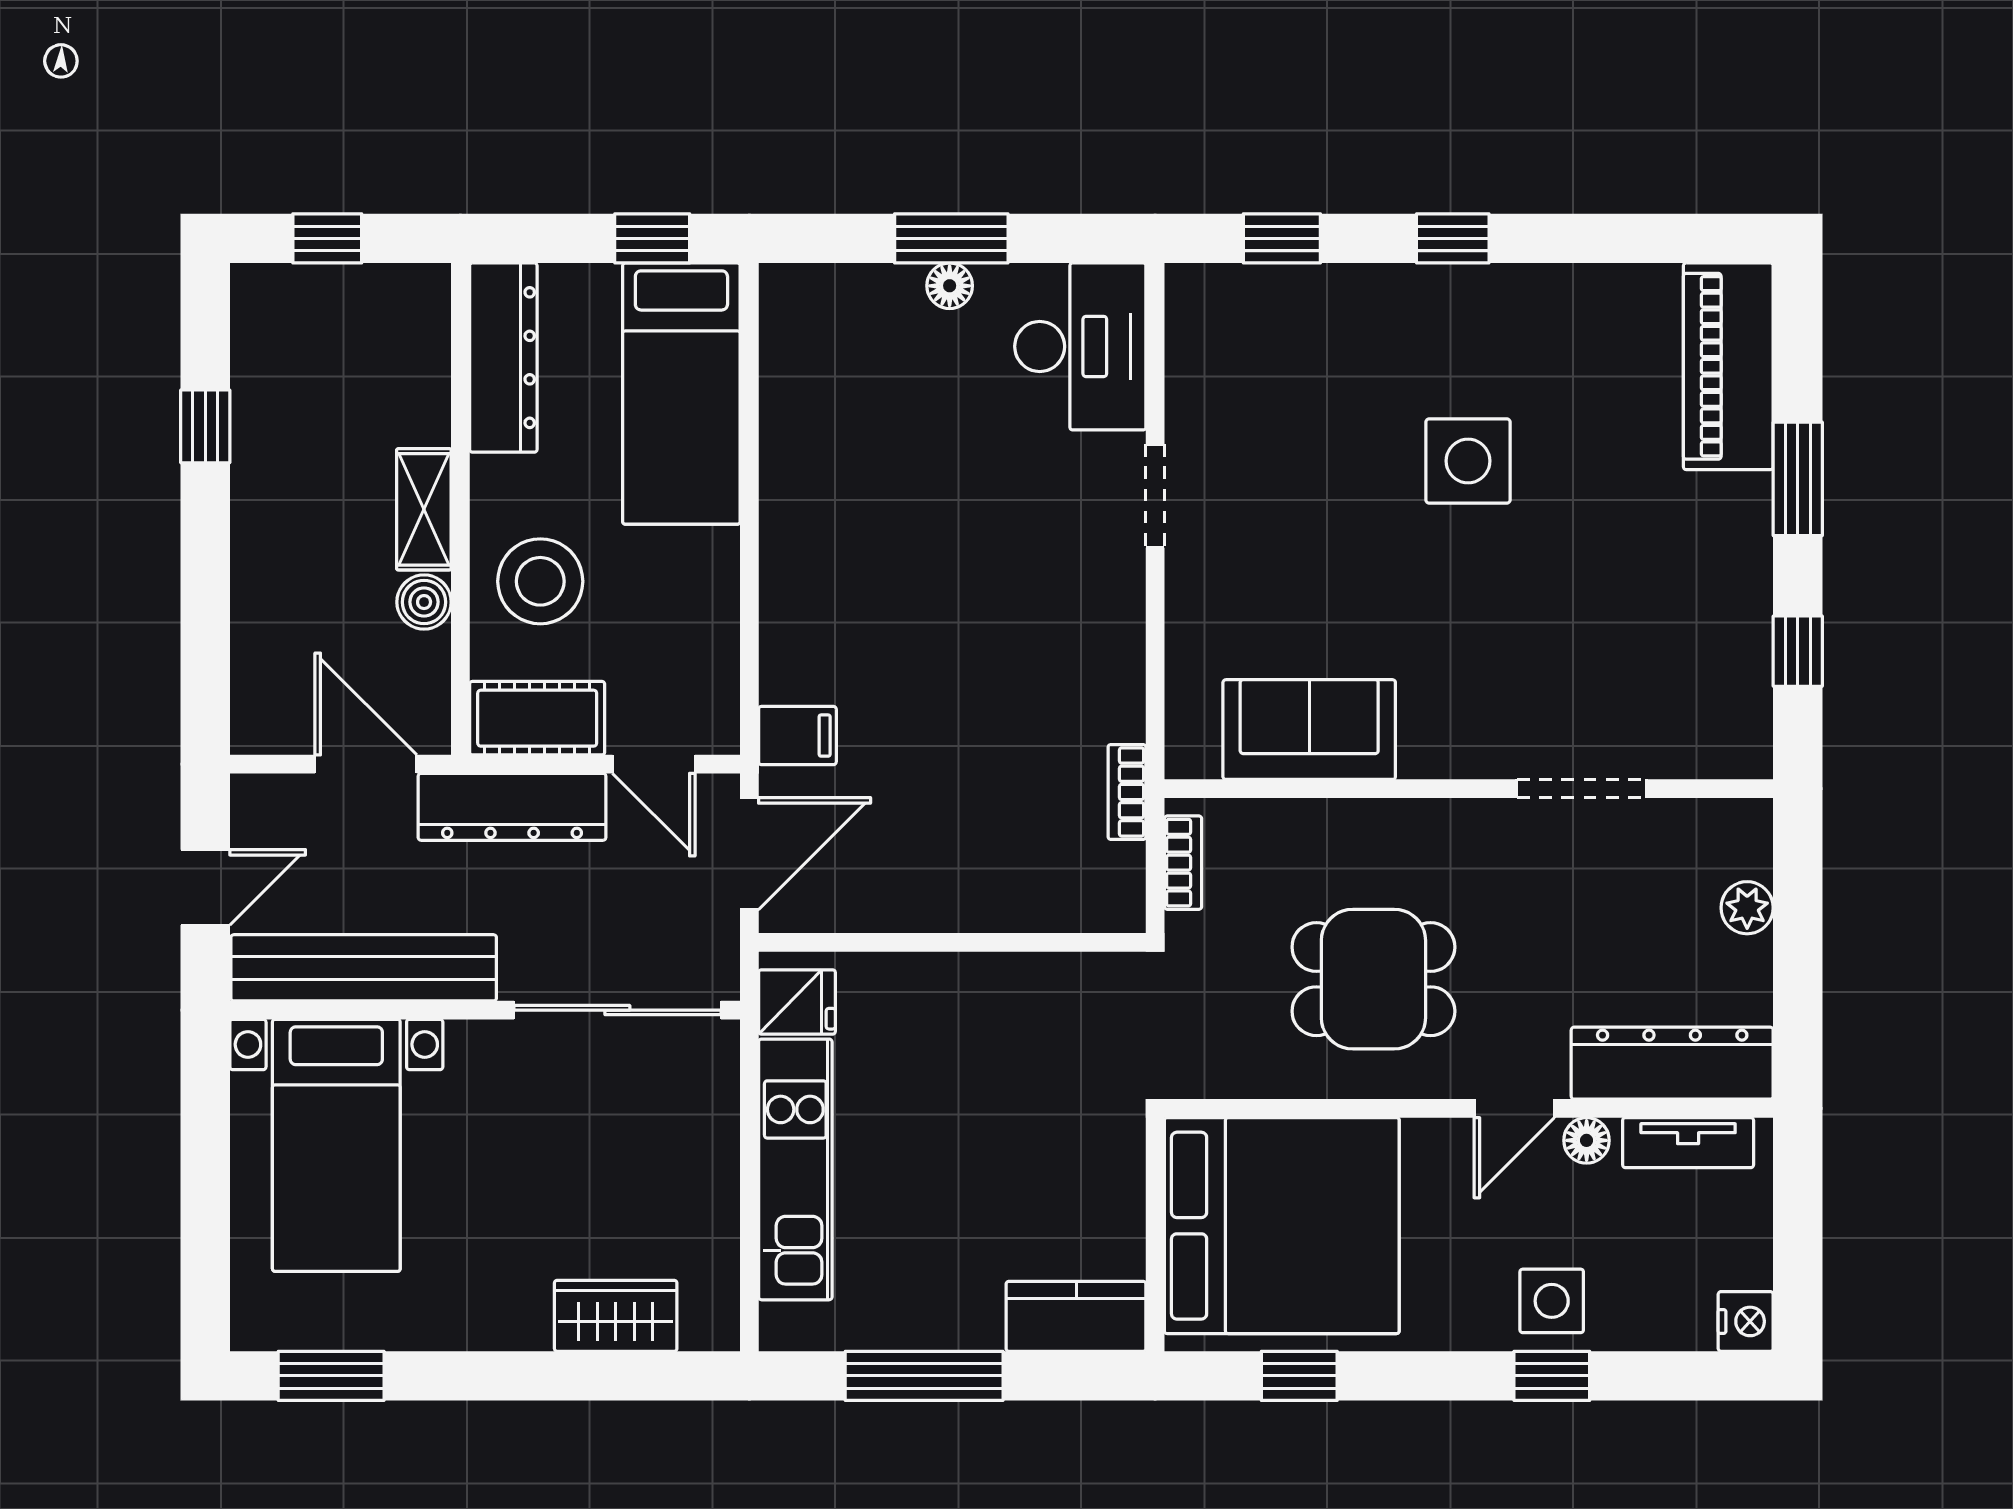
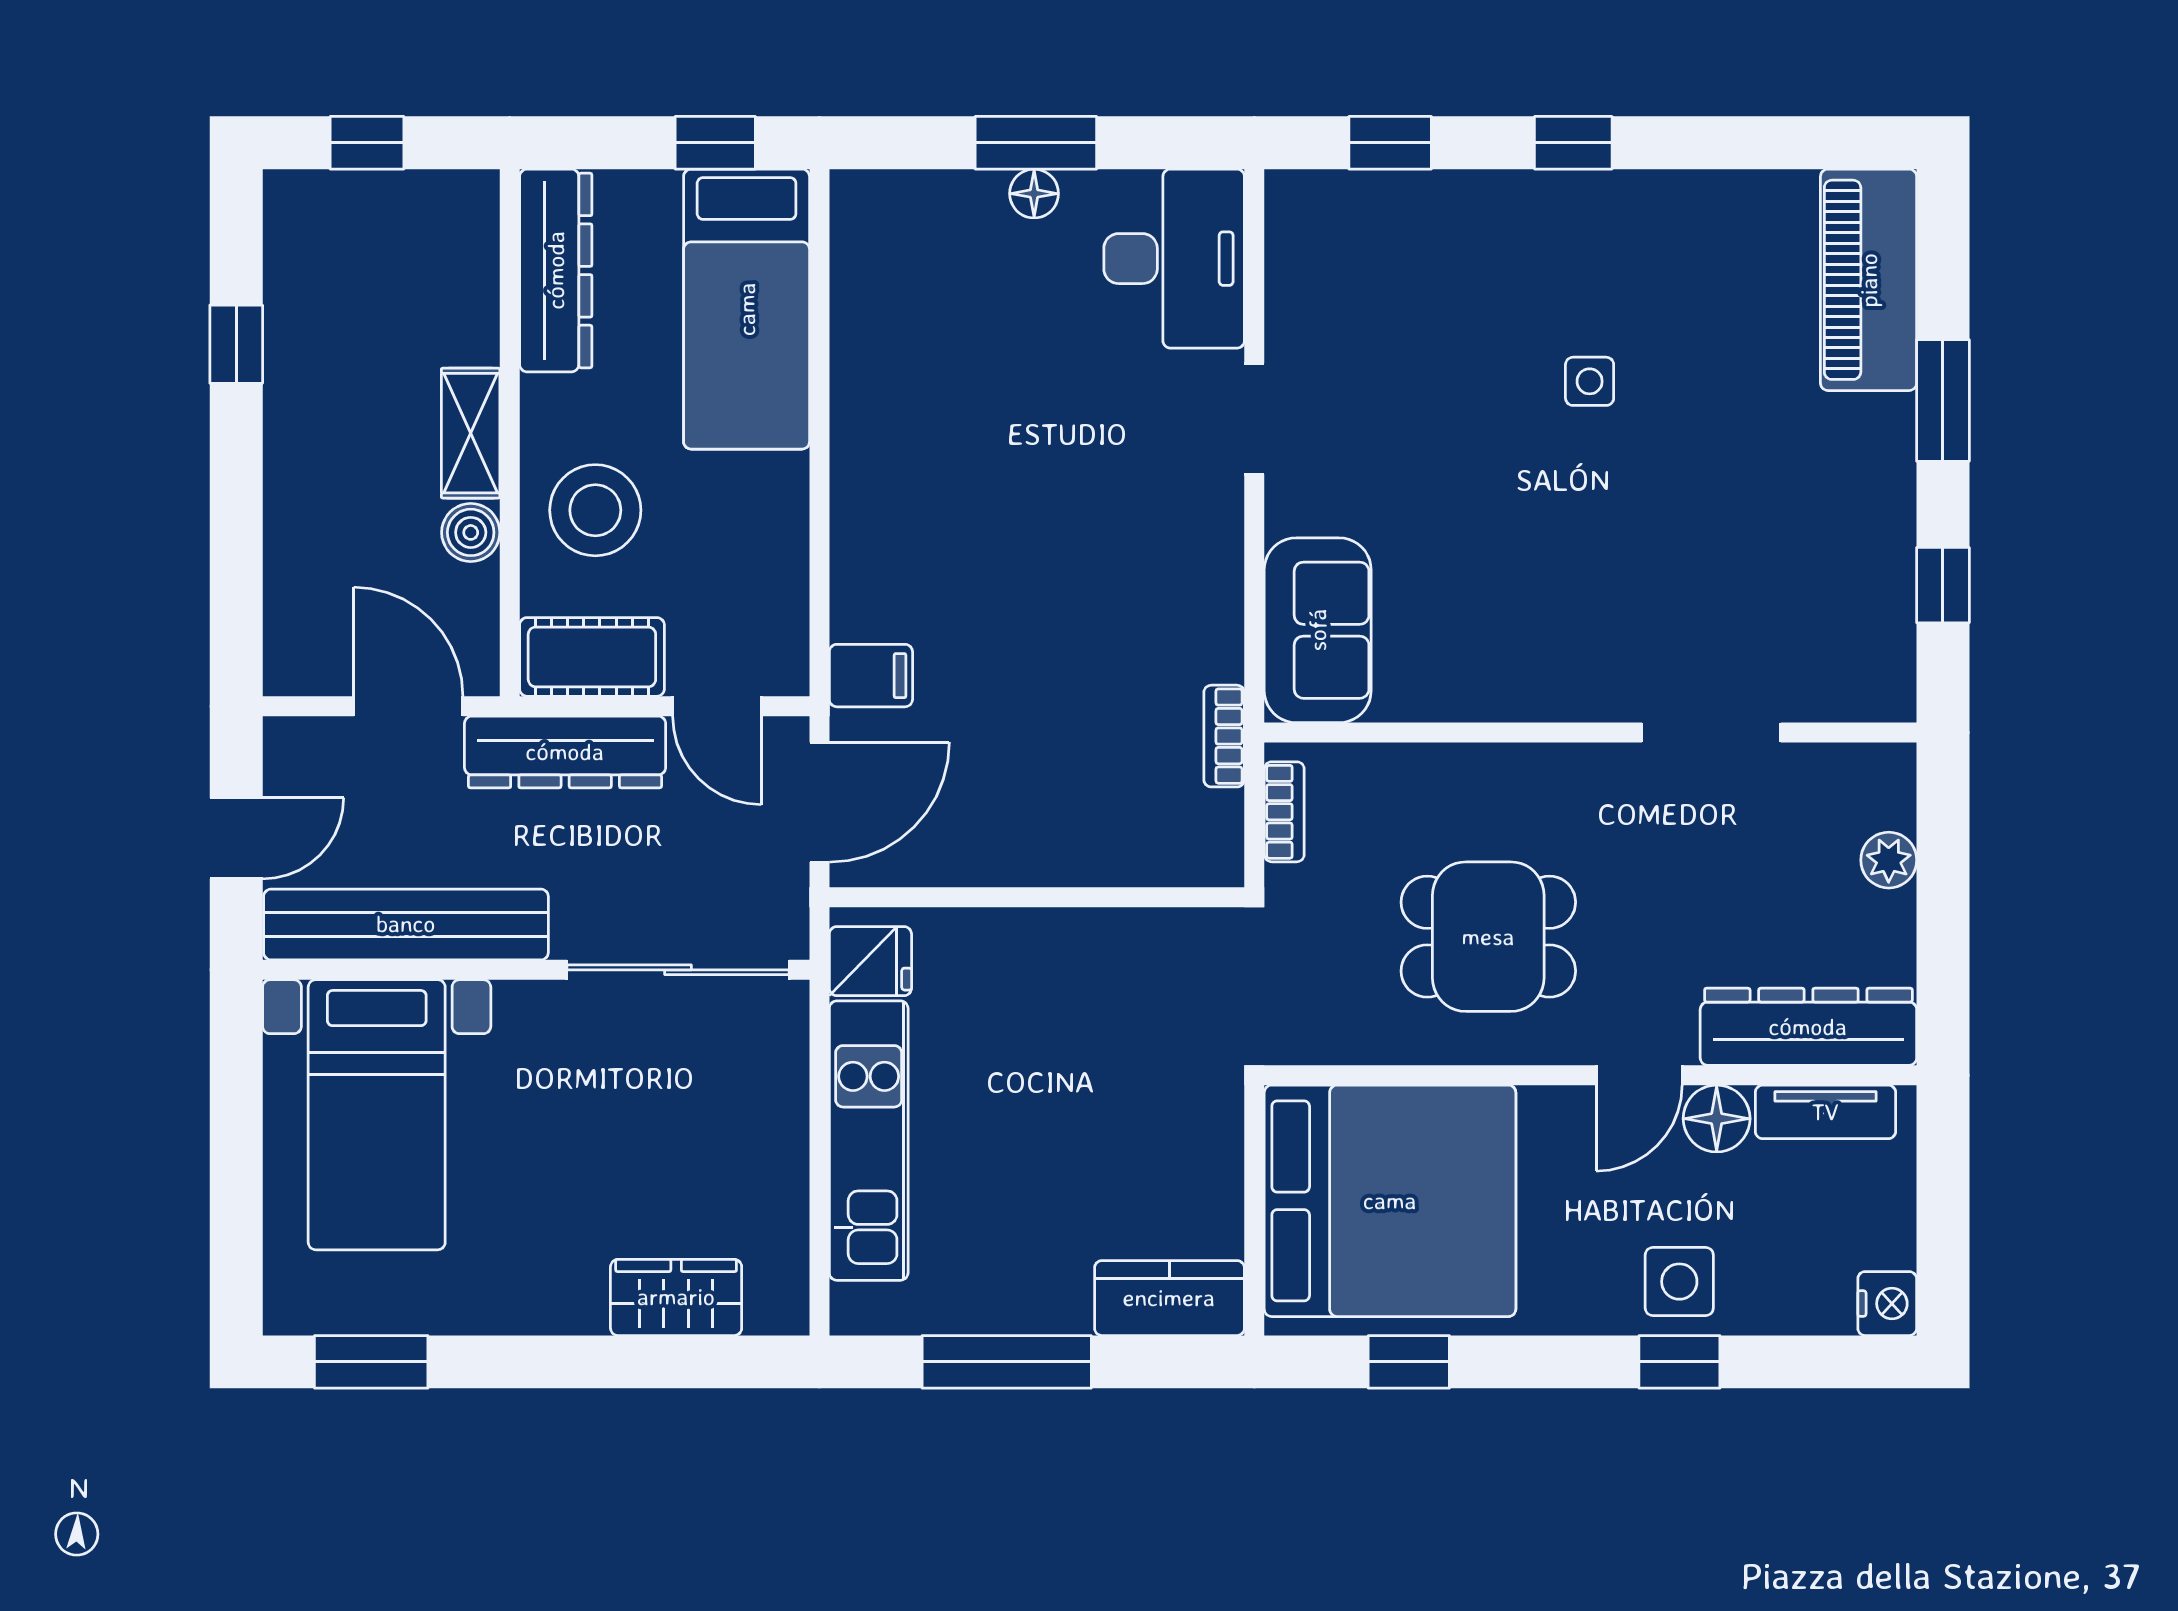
side table: (1468, 461) -> (1590, 381), width x0.54, depth x0.54
sofa: (1309, 730) -> (1318, 630), moved, turned 90
floor lamp: (1587, 1140) -> (1717, 1119), width x1.37, depth x1.37

